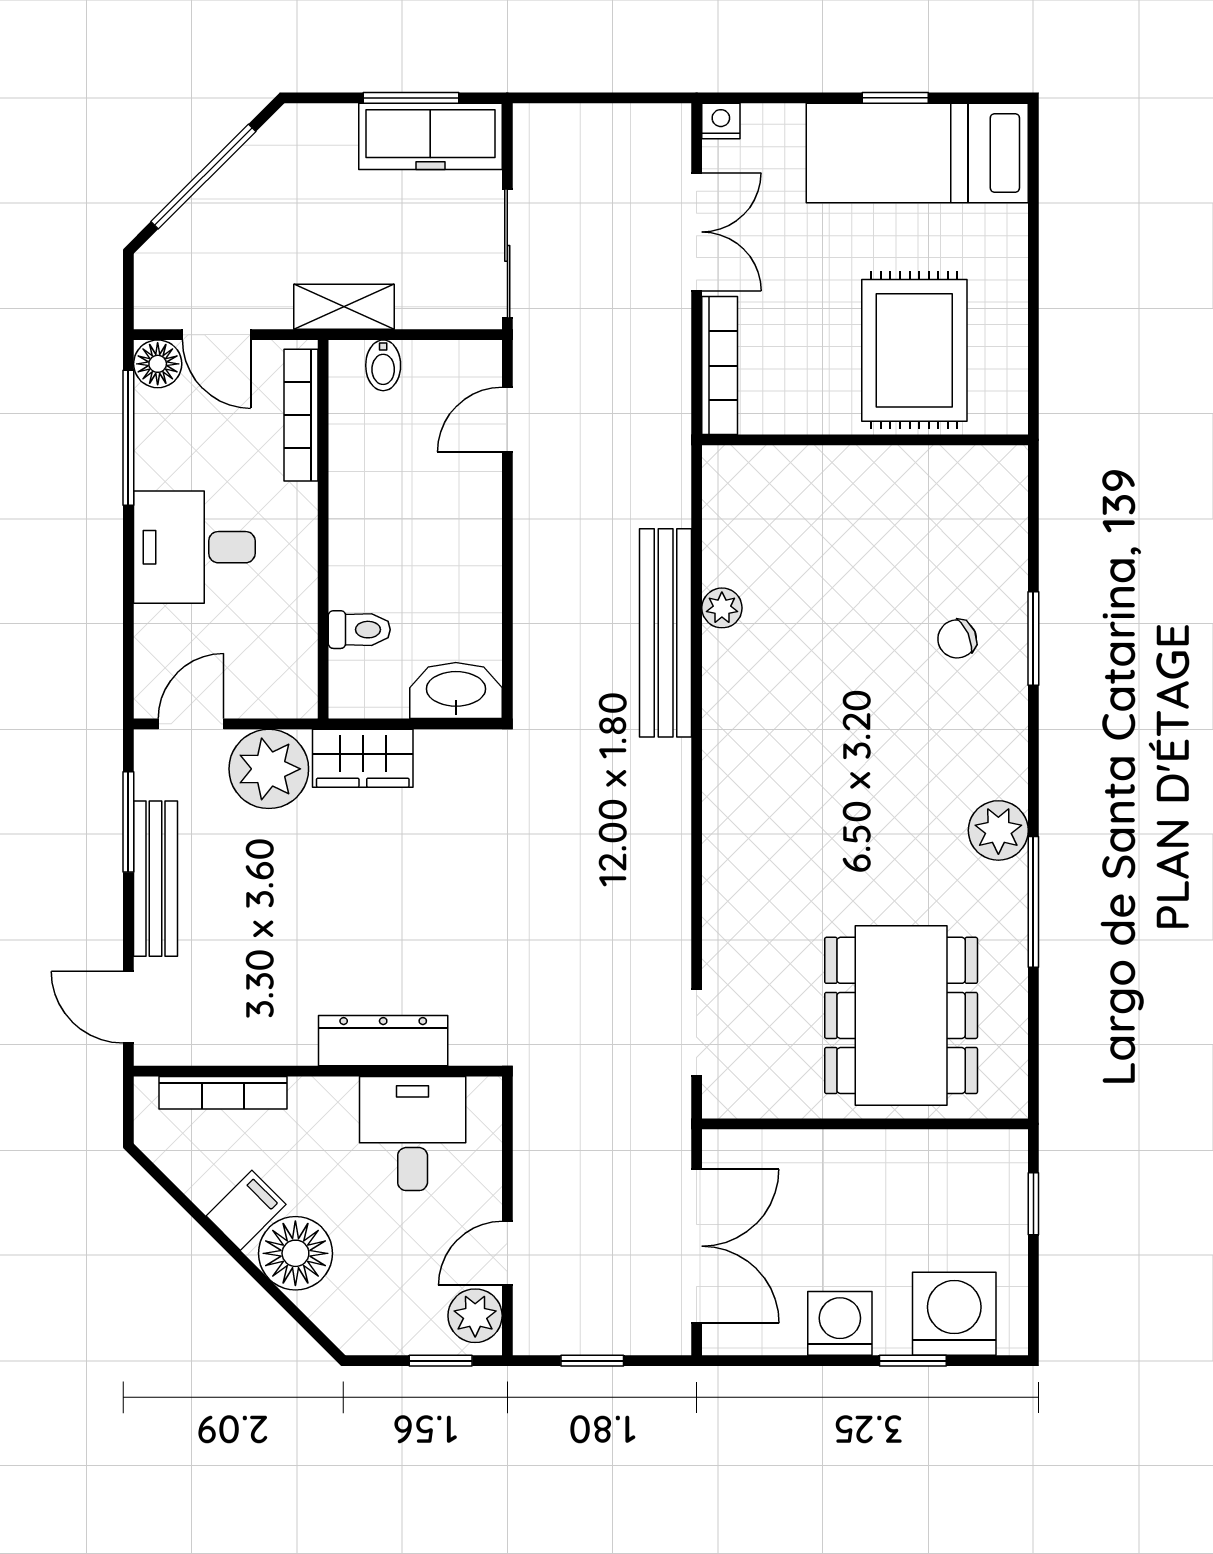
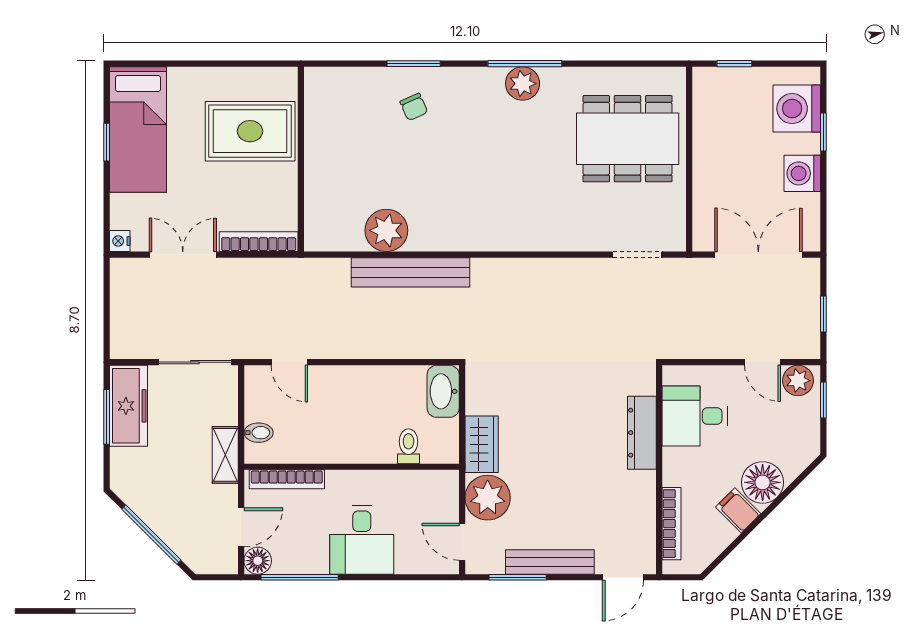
plant: (722, 608) -> (386, 230), width x1.88, depth x1.88
window: (1033, 902) -> (525, 64), moved

